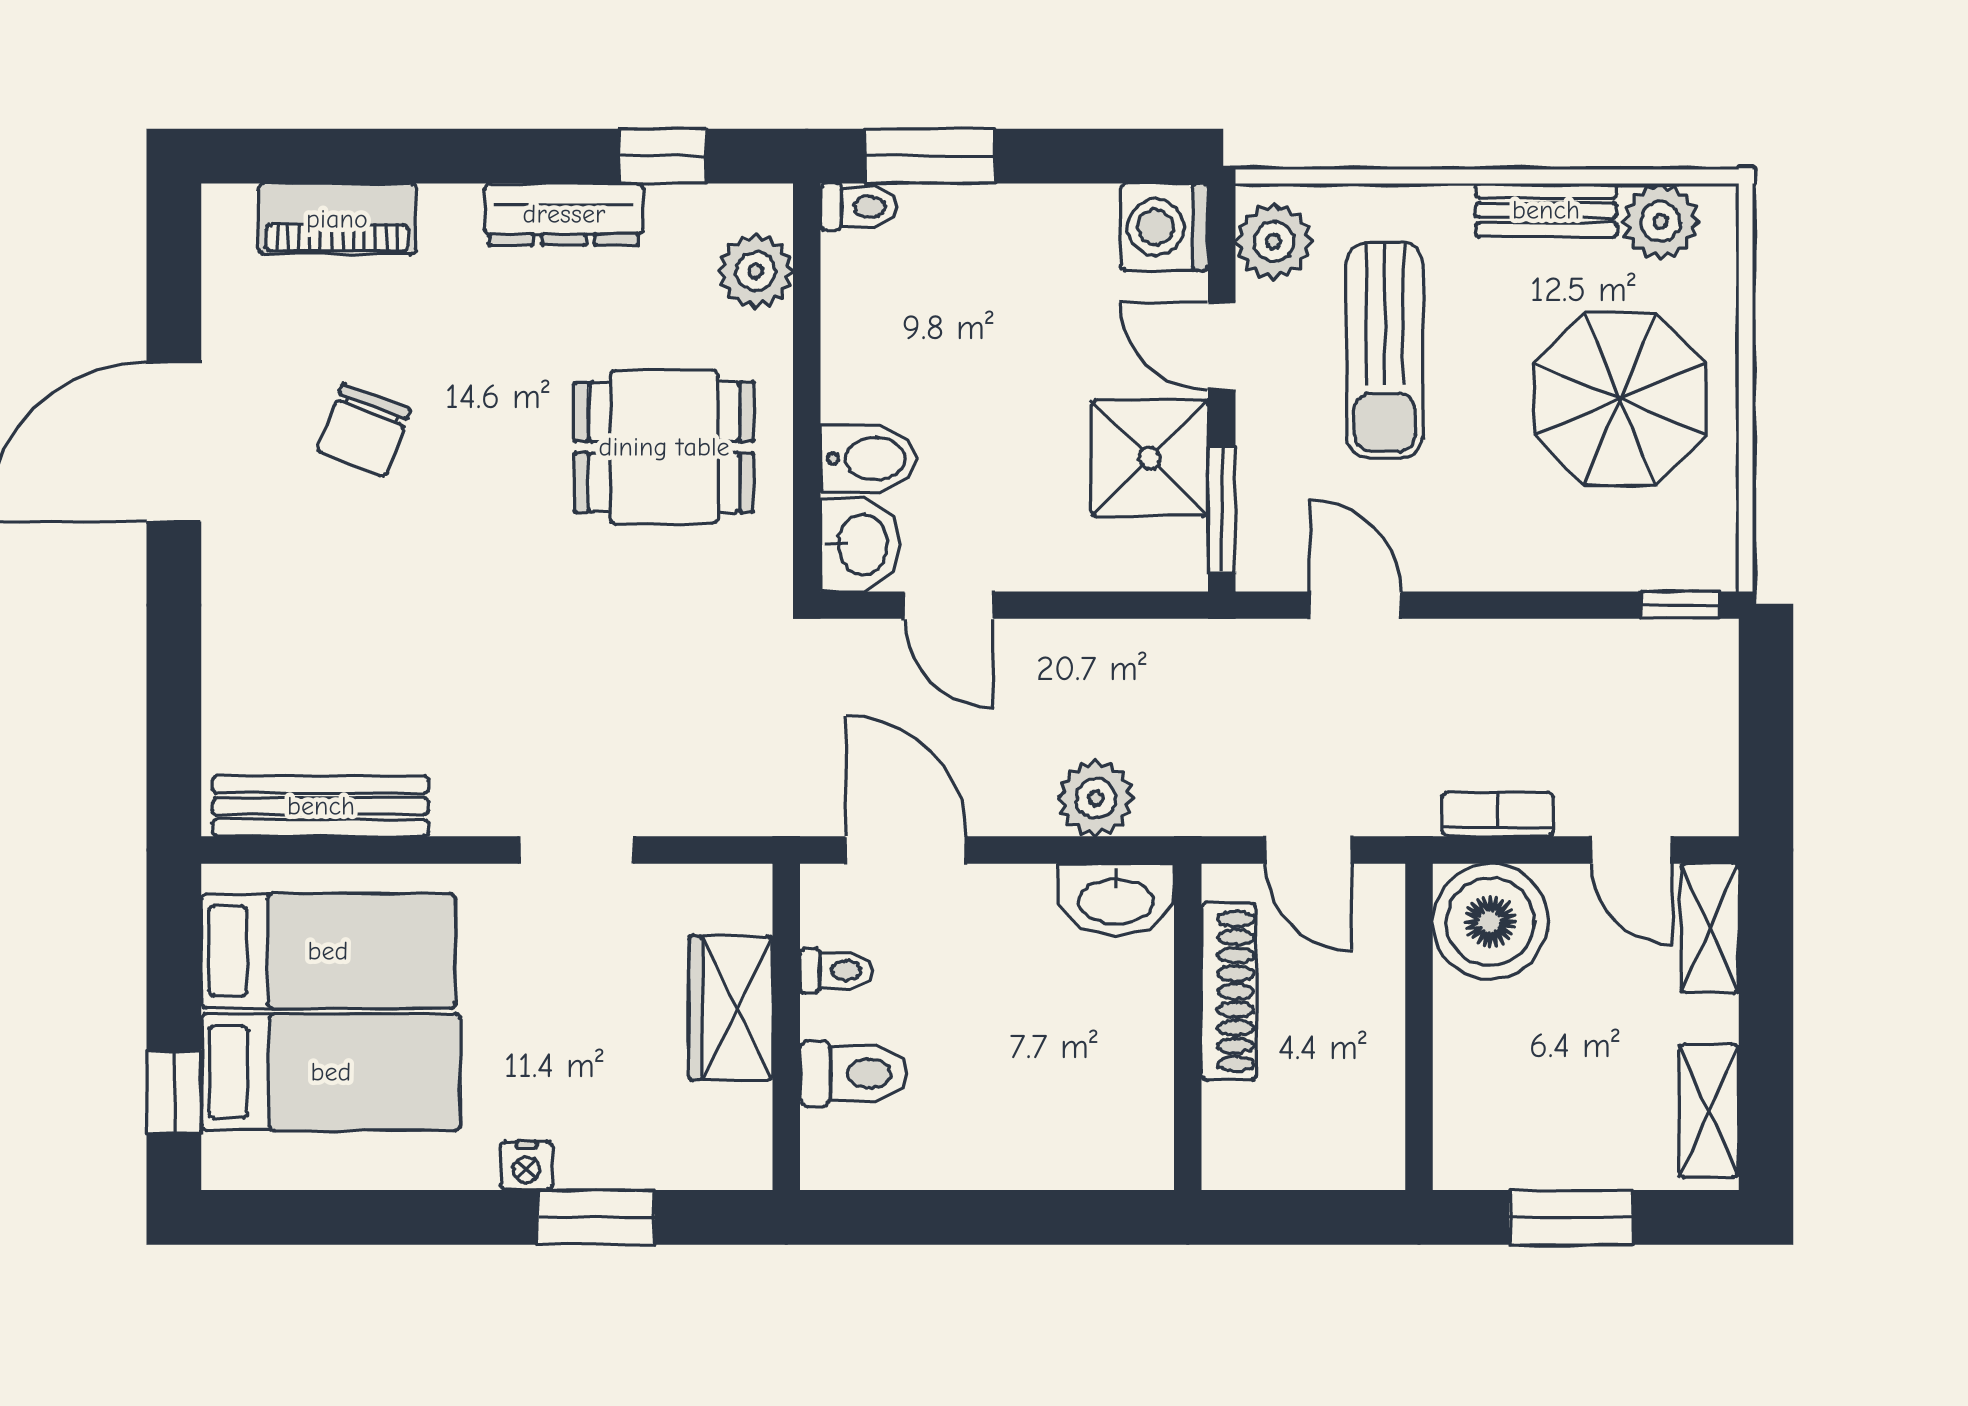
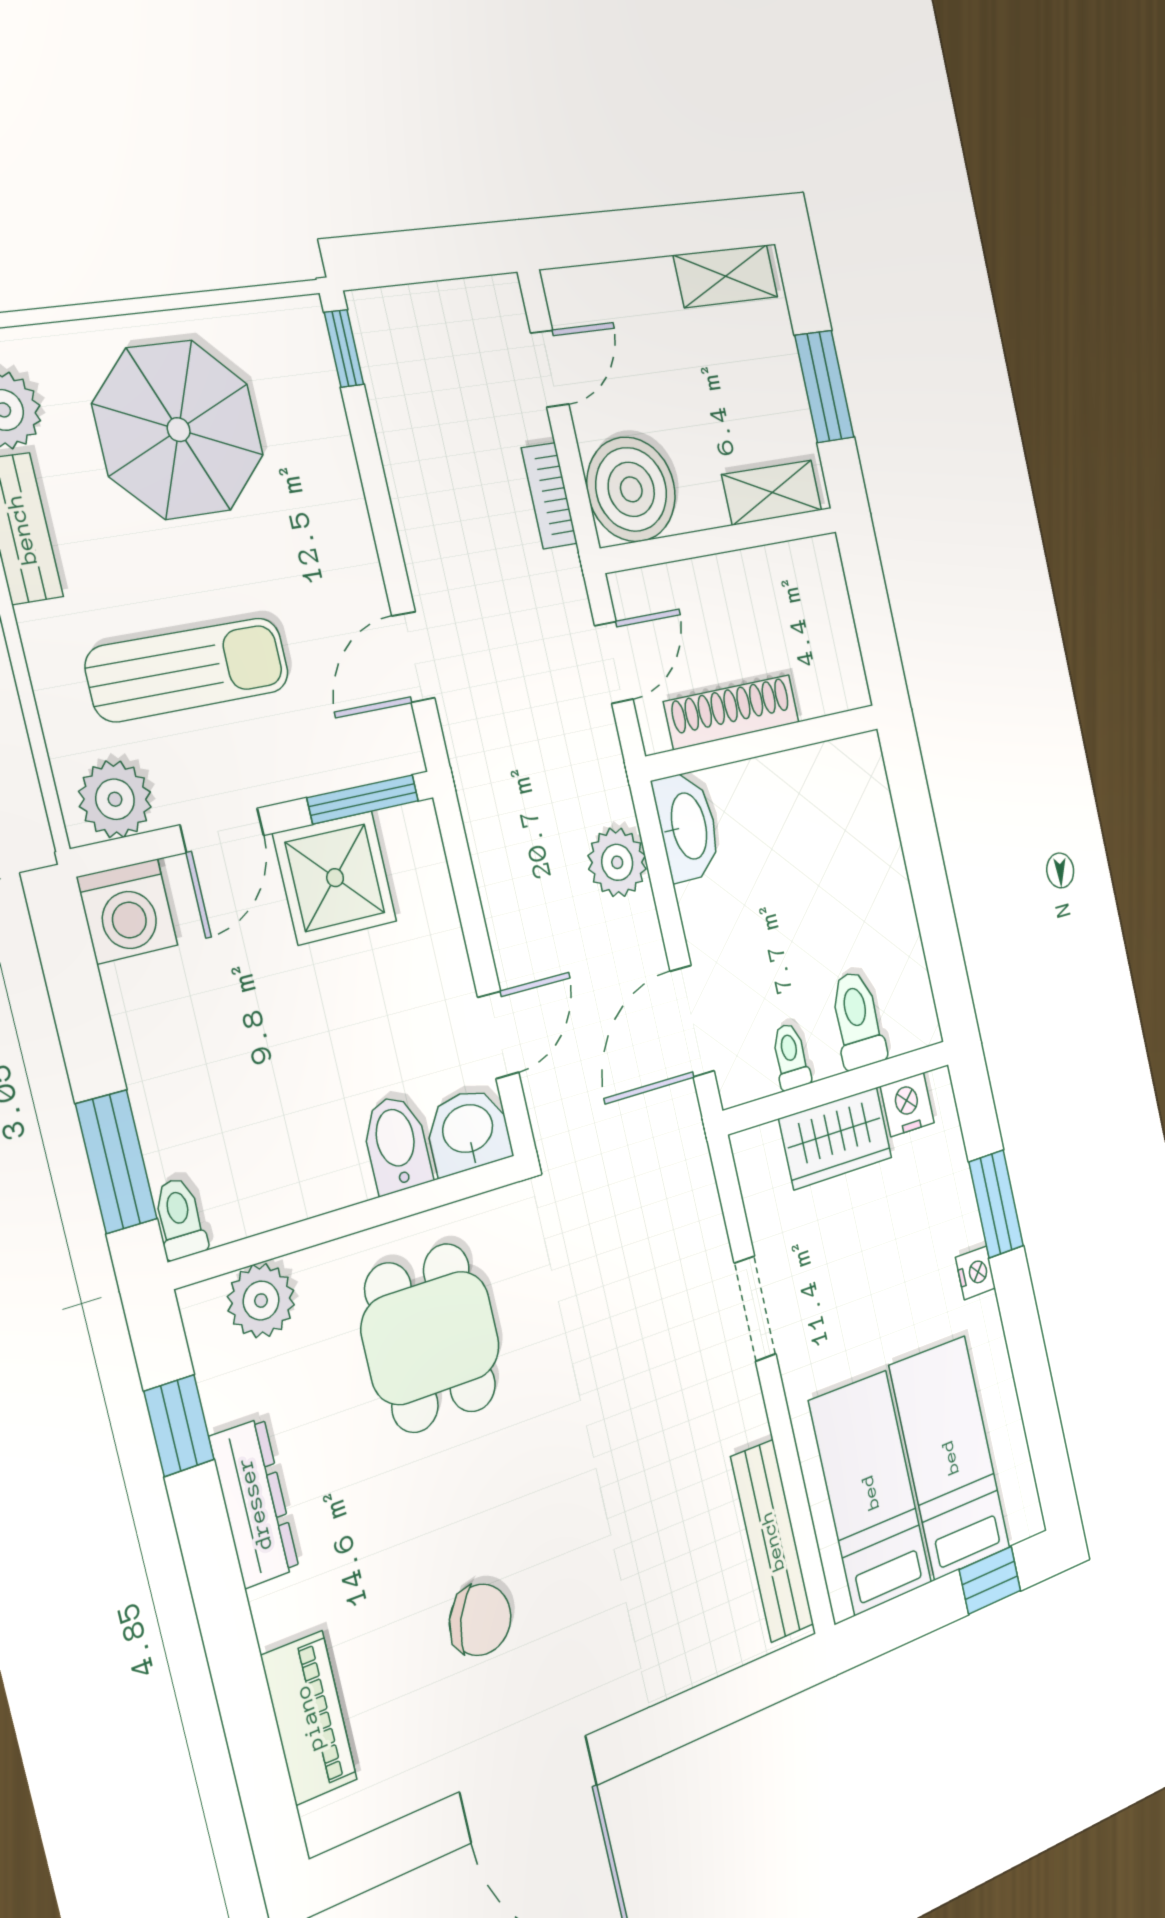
shelving: (1710, 928) -> (772, 493), moved
nightstand: (742, 1119) -> (907, 1105), added

